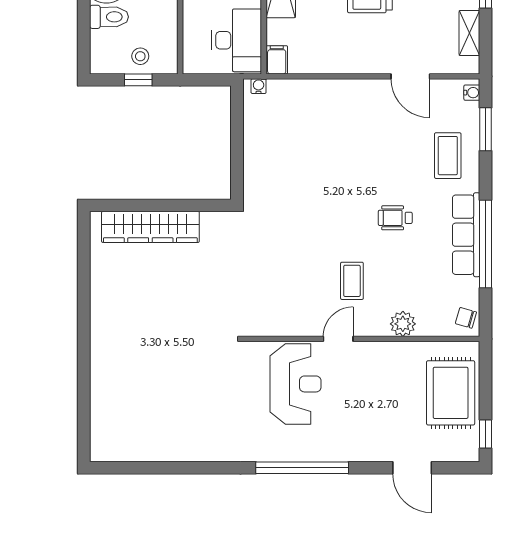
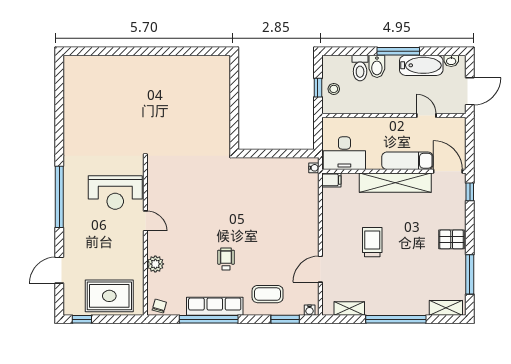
wardrobe: (150, 227) -> (220, 96), removed
coffee table: (352, 281) -> (184, 230), removed

